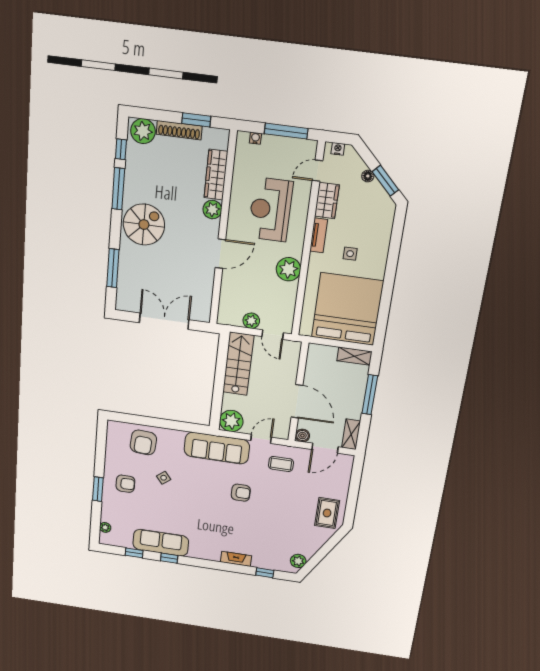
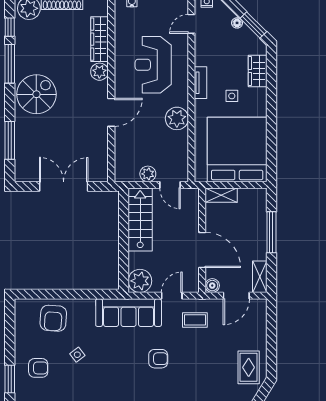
wardrobe: (327, 201) -> (258, 71), moved, turned 180
shelving: (354, 356) -> (221, 195), moved

